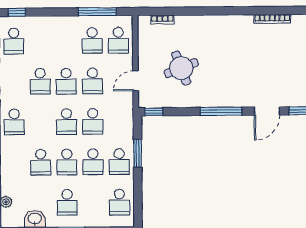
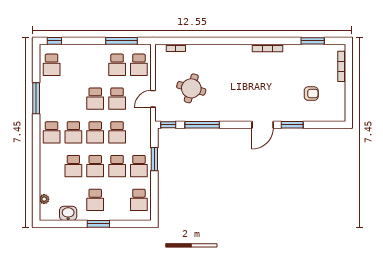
round table: (181, 68) -> (191, 88), turned 37
school desk: (40, 81) -> (73, 132), moved
window: (221, 111) -> (202, 125), moved

